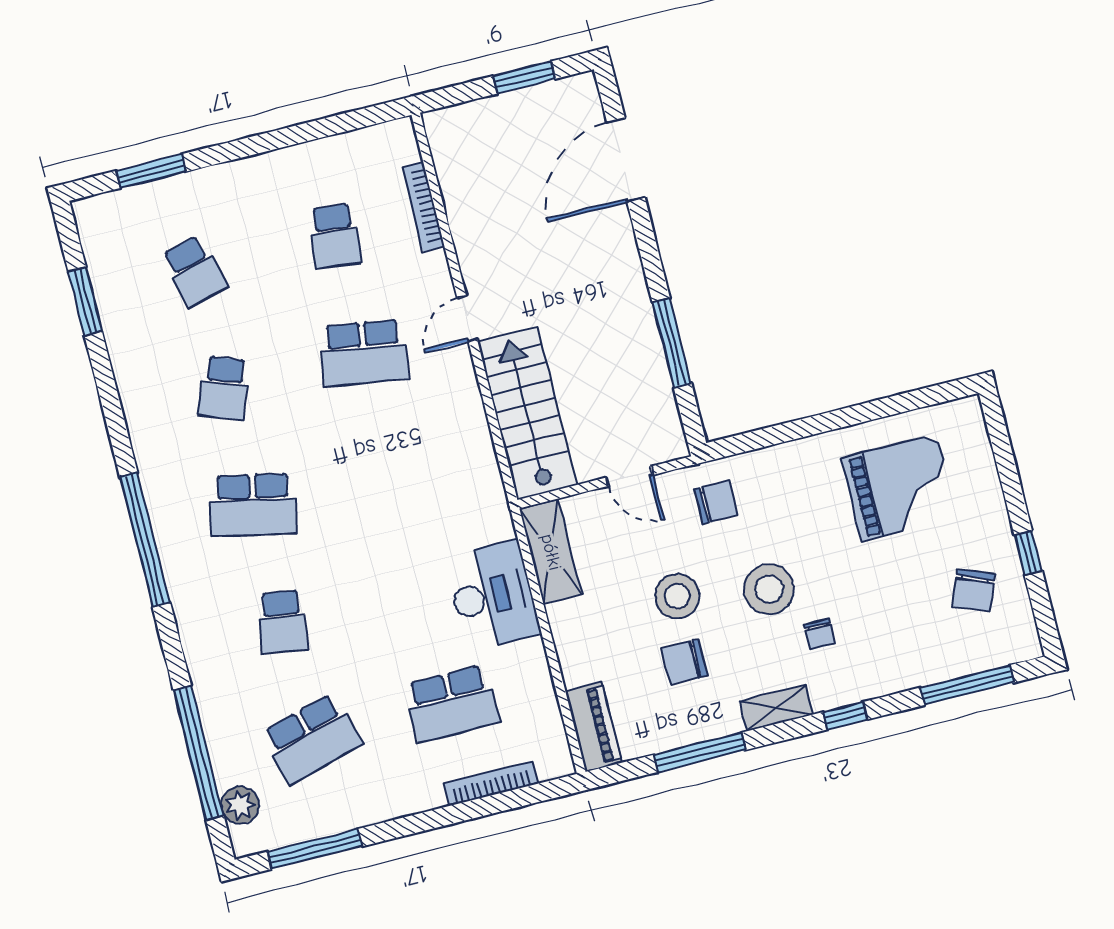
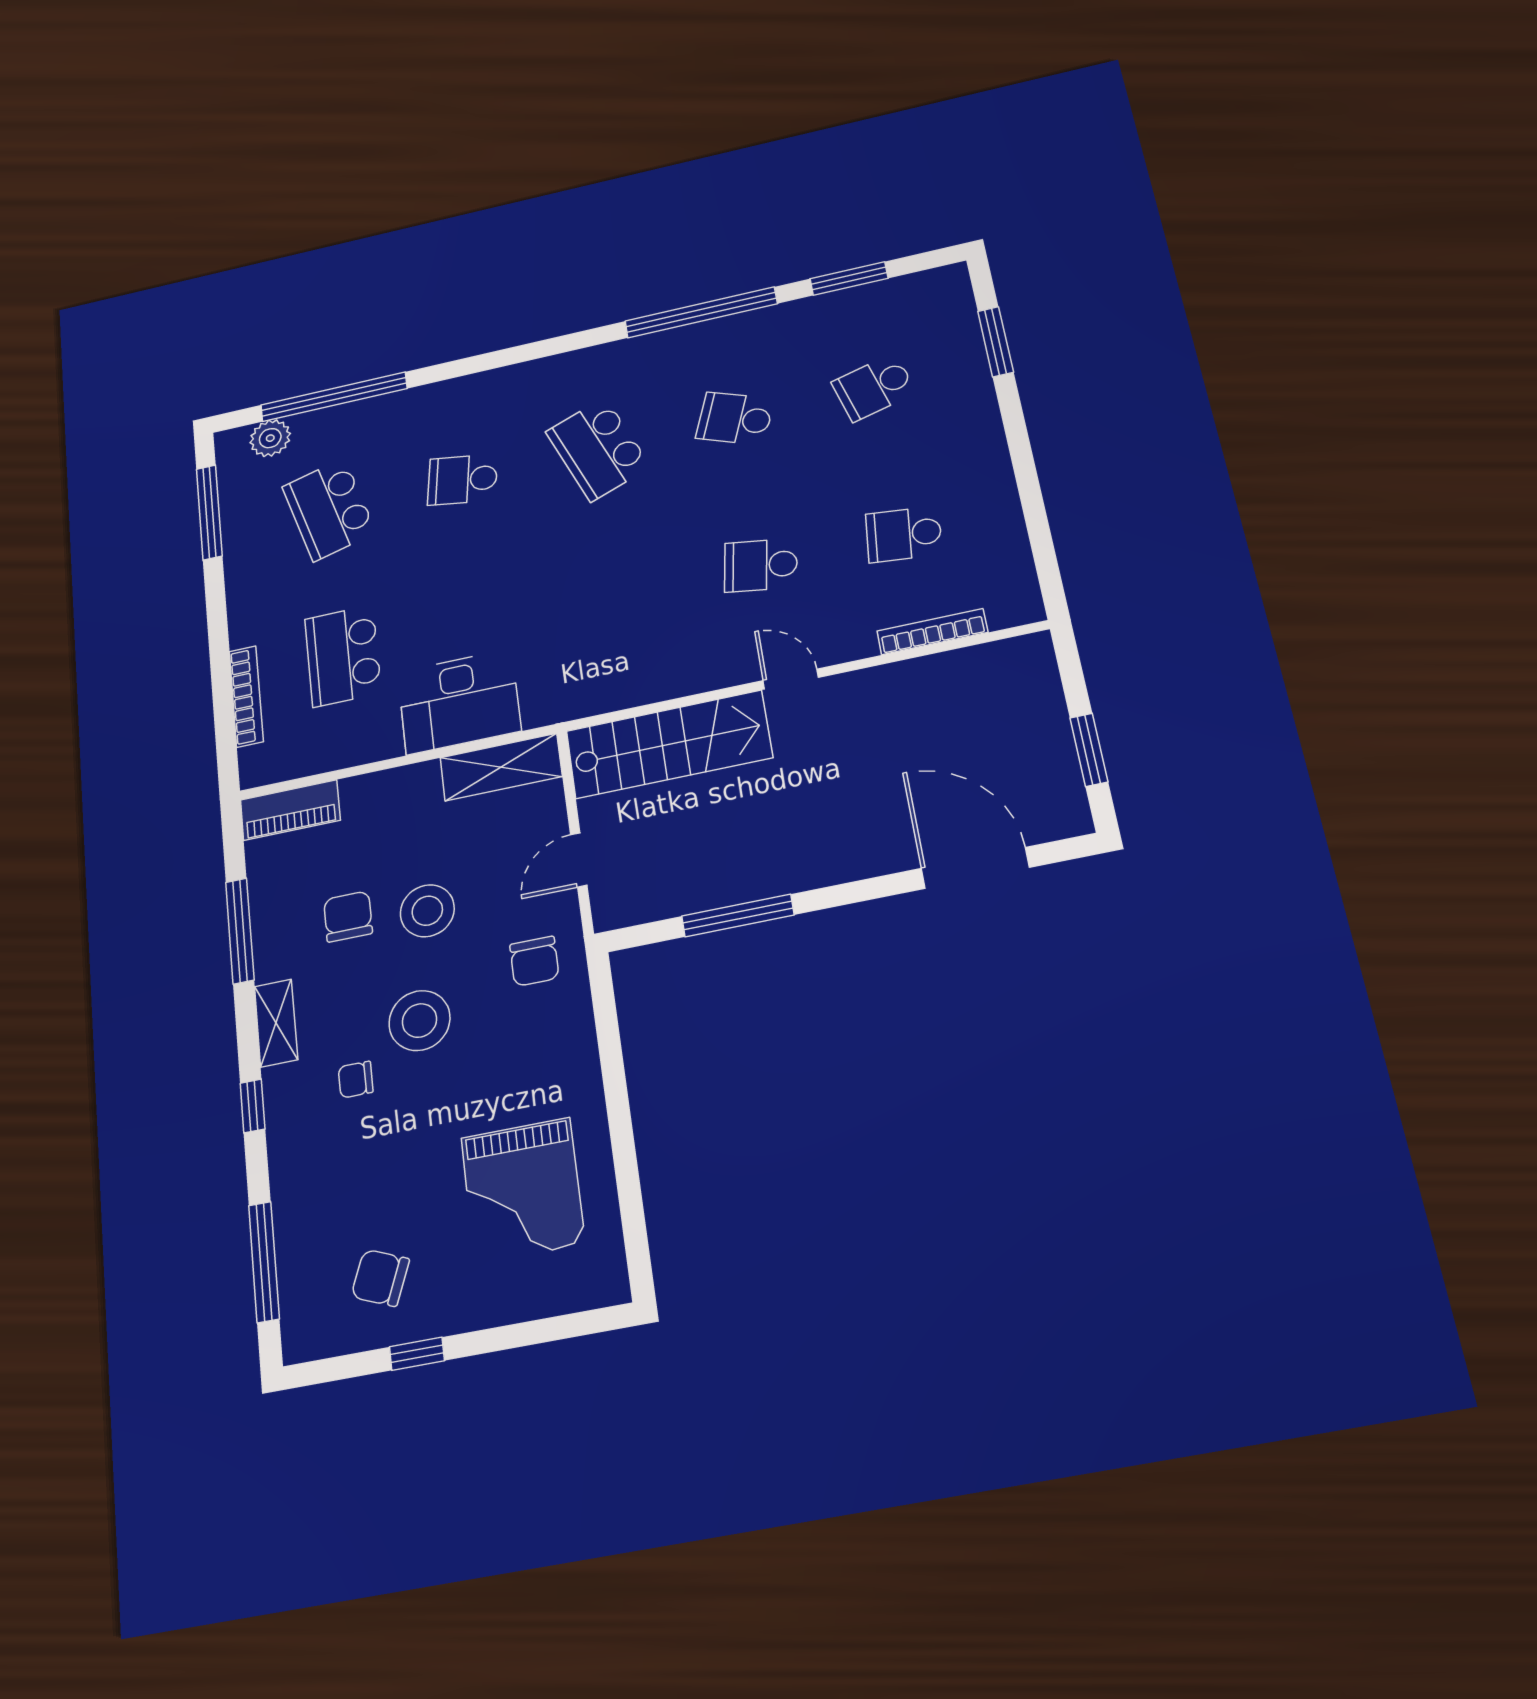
school desk: (364, 353) -> (761, 565), width x0.54
school desk: (253, 505) -> (598, 449), turned -33
window: (145, 540) -> (701, 312), moved

